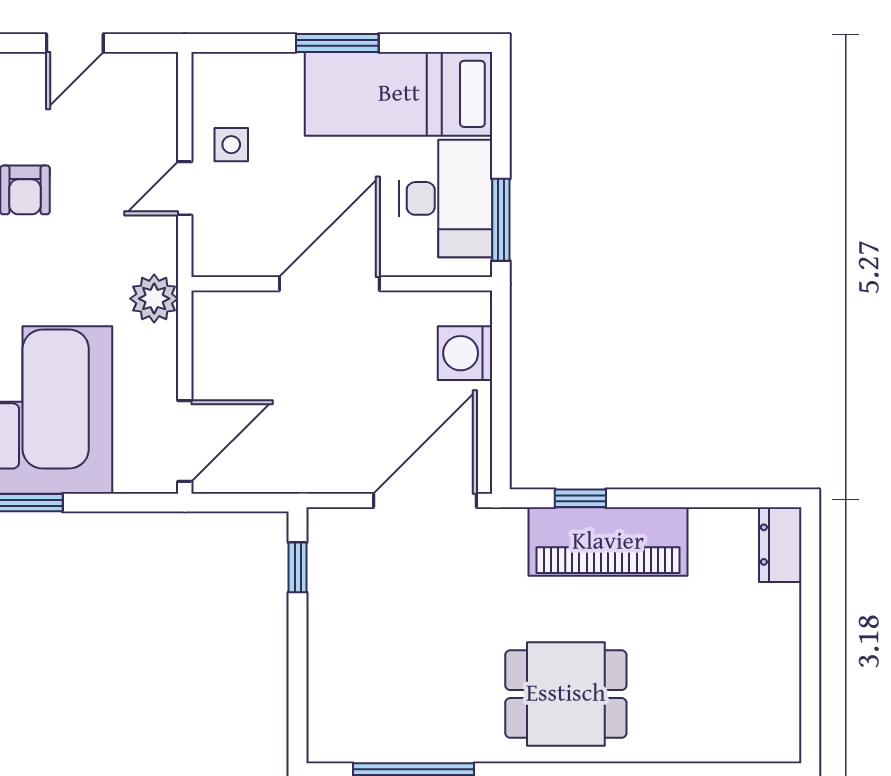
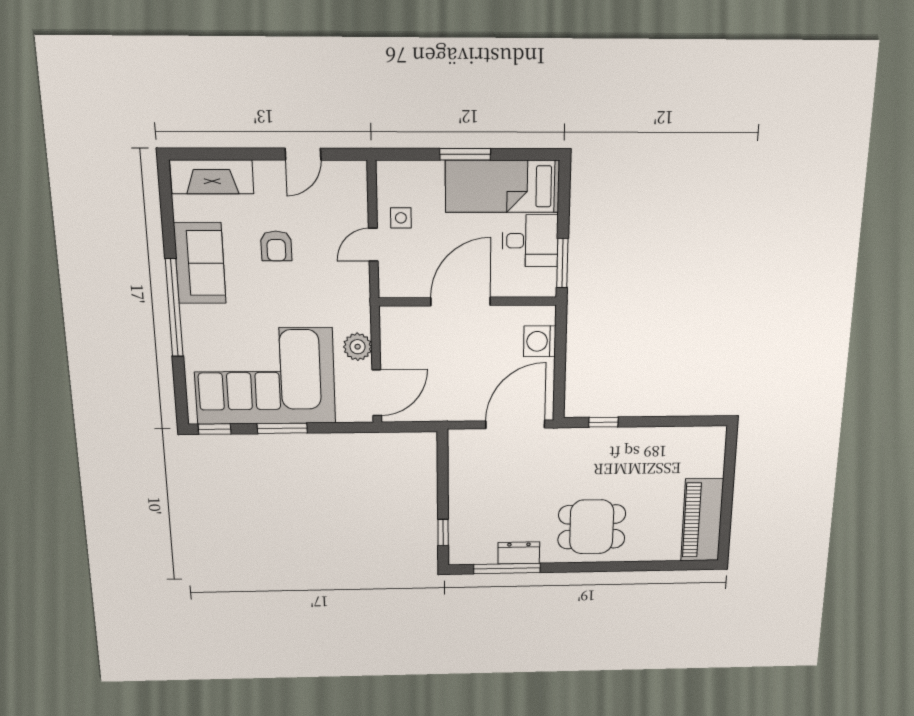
desk: (446, 198) -> (530, 241), width x0.73
plant: (154, 299) -> (358, 347), moved
piano: (608, 542) -> (702, 520), moved, turned 90
dresser: (780, 545) -> (519, 553), moved, turned 90
window: (298, 567) -> (443, 532), moved

